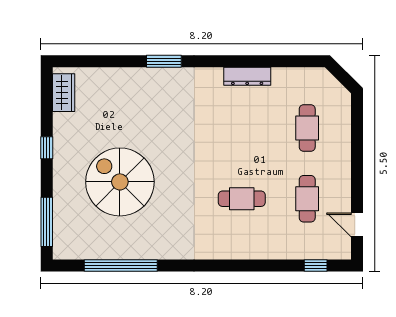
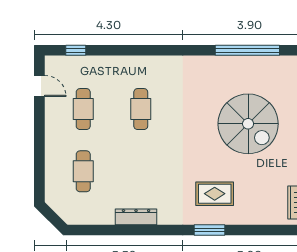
rug: (158, 102) -> (215, 194), added
cafe table: (242, 199) -> (141, 109), turned 90

